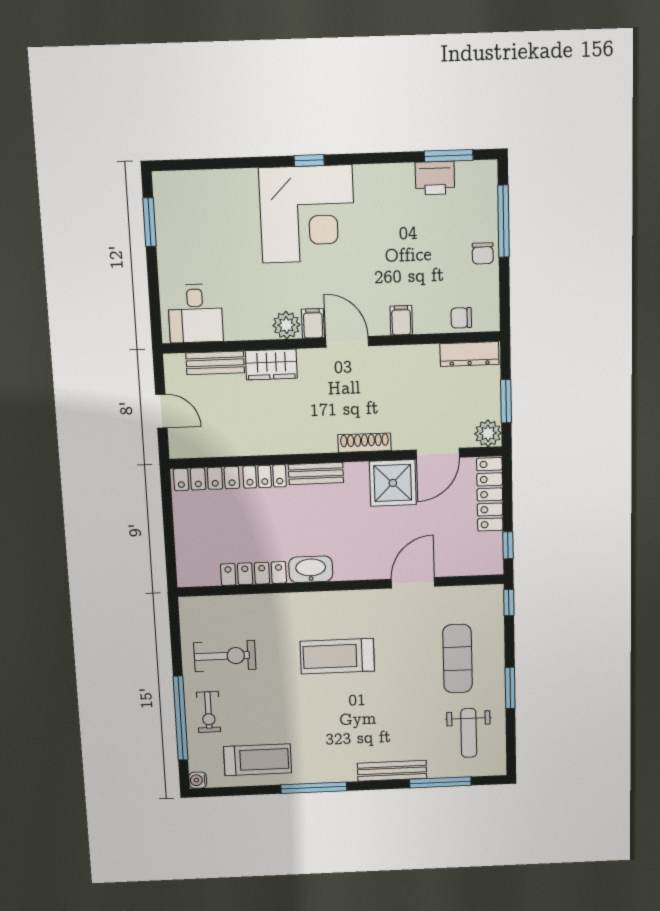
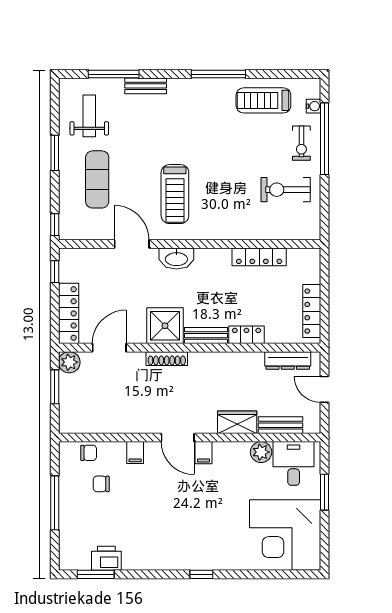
corner desk: (307, 214) -> (285, 535), moved, turned -90
window: (503, 221) -> (55, 503), moved
window: (150, 222) -> (324, 492), moved
chair: (483, 253) -> (101, 484), moved, turned -90
plant: (286, 325) -> (261, 452), moved
dresser: (469, 354) -> (288, 360), moved, turned 180
locker: (206, 479) -> (312, 311), moved, turned -90
shower: (393, 483) -> (165, 326), moved
washbasin: (311, 569) -> (176, 259), moved
door: (413, 583) -> (132, 244), swing flipped
treadmill: (337, 656) -> (175, 194), moved, turned 90
exercise bike: (208, 712) -> (301, 143), turned 180
bench: (392, 771) -> (146, 86), width x0.73
water cooler: (198, 780) -> (313, 106), moved

